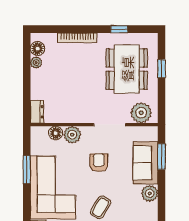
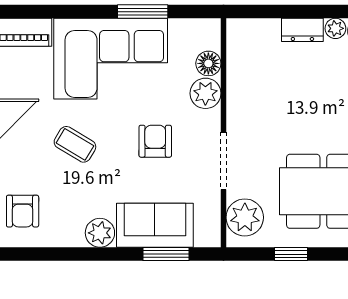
window: (162, 69) -> (291, 254), moved
dresser: (37, 112) -> (302, 30), moved
armchair: (99, 163) -> (155, 141), turned -90

